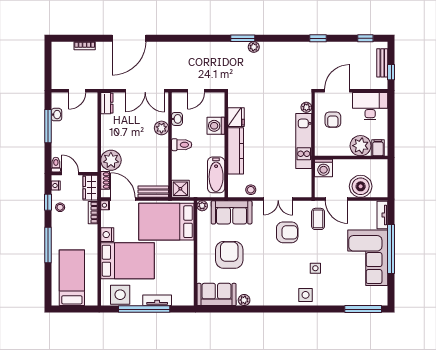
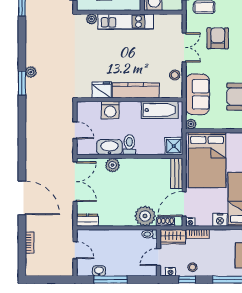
washbasin: (177, 119) -> (109, 147), width x1.91, depth x1.45
toilet: (56, 165) -> (149, 234), moved

